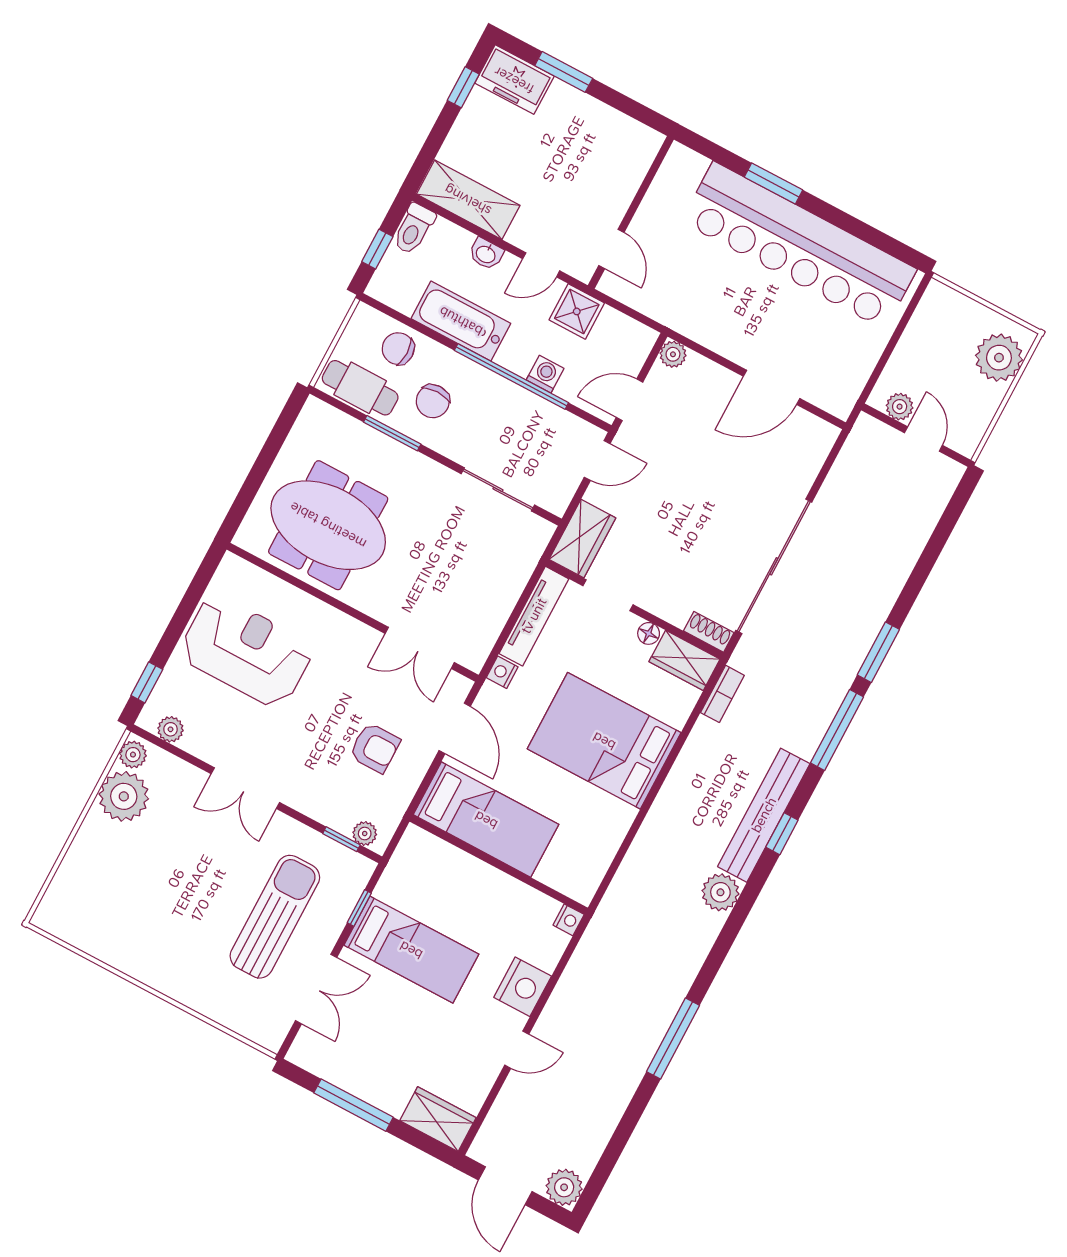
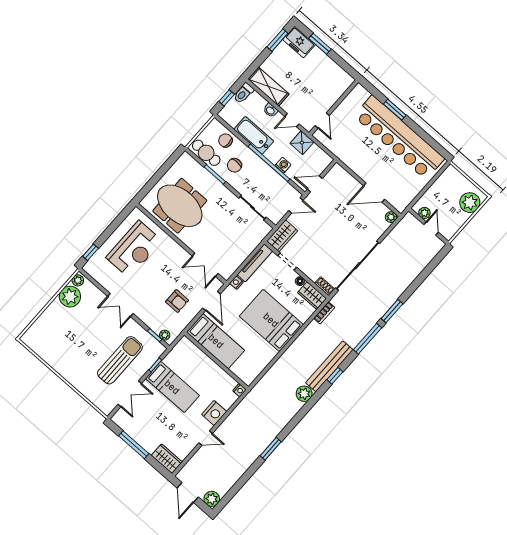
window: (463, 87) -> (277, 40), width x1.50
plant: (673, 354) -> (391, 217), moved
reception desk: (246, 651) -> (134, 249), turned 90
plant: (171, 729) -> (96, 274), removed
window: (673, 1038) -> (271, 449), width x0.69

